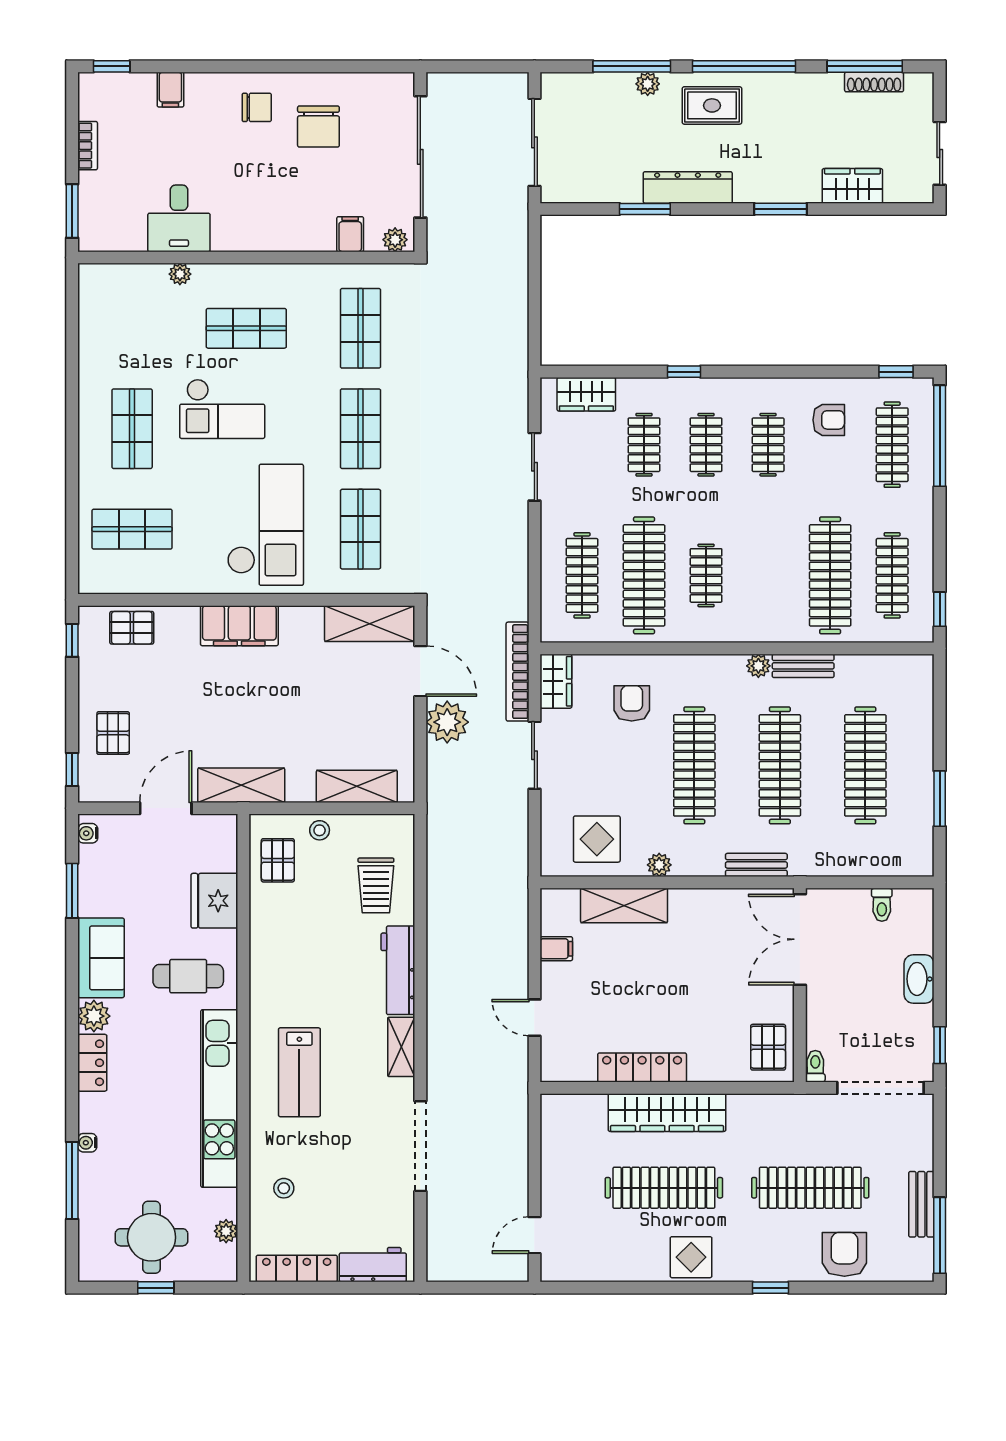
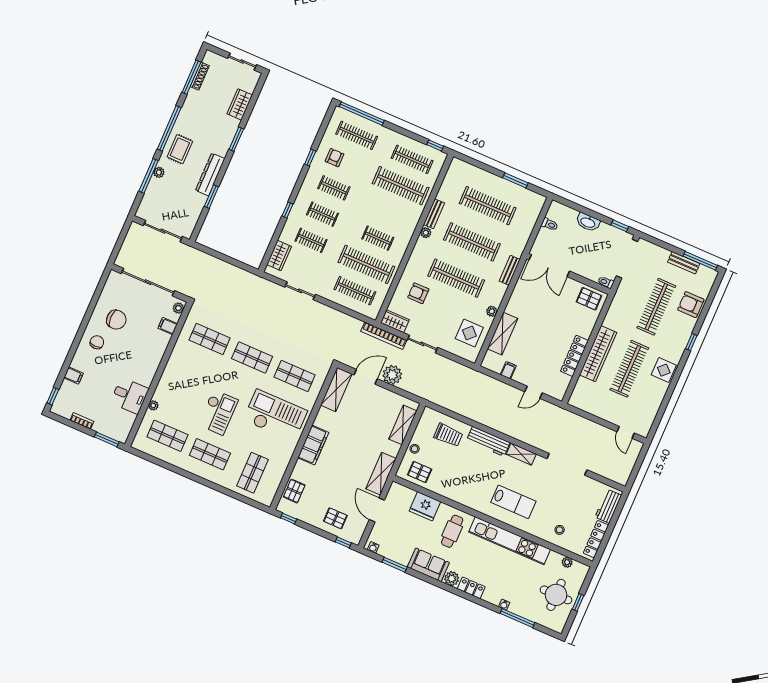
shop shelf: (246, 328) -> (167, 436), moved, turned 90
window: (896, 372) -> (310, 158), moved

